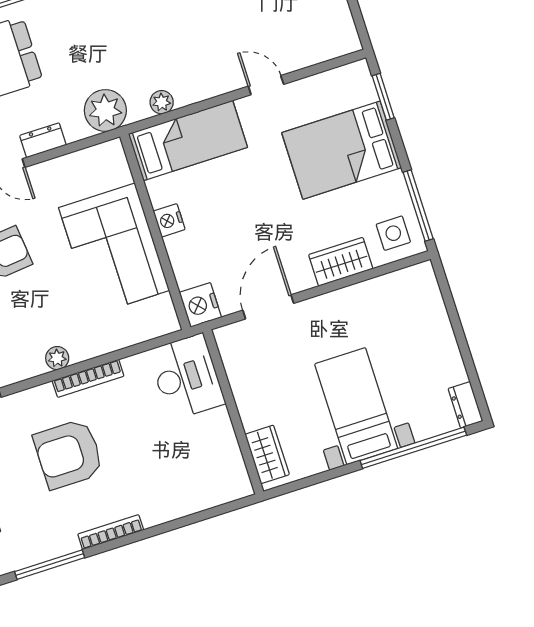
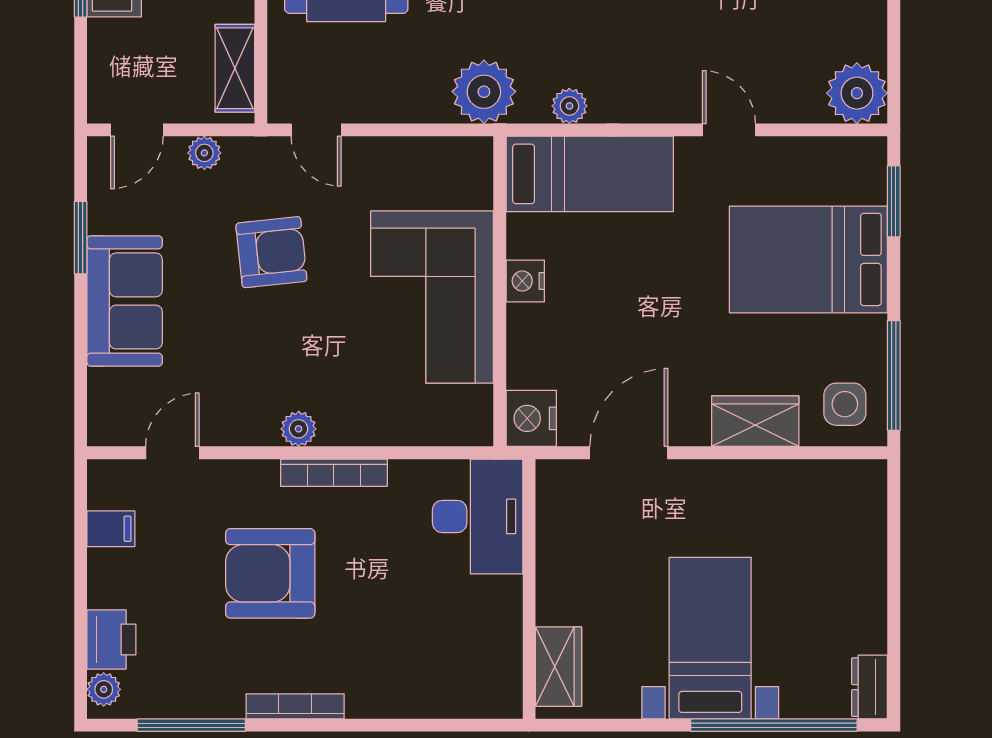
plant: (339, 37) -> (857, 93), added
dresser: (43, 140) -> (379, 106), removed

